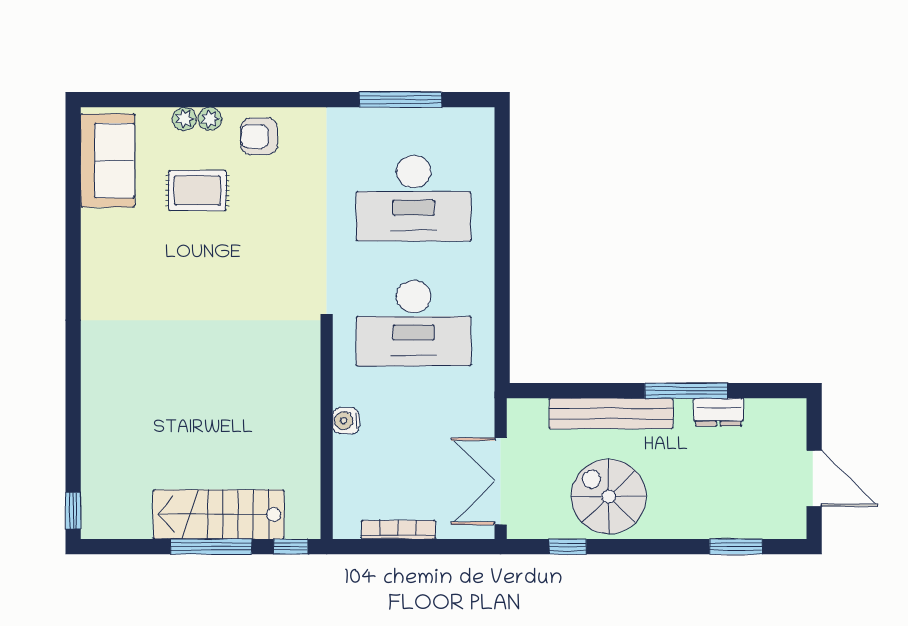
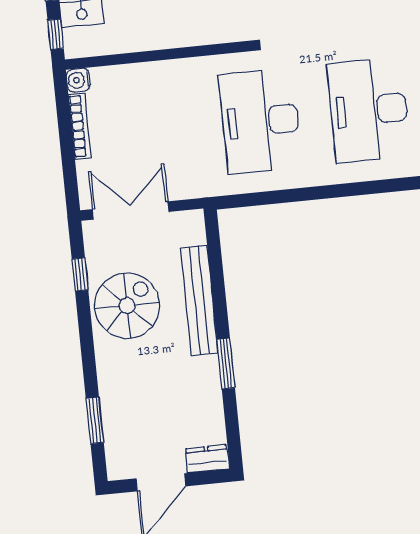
window: (686, 391) -> (226, 364), width x0.69
dresser: (718, 412) -> (207, 459), moved, turned 90
water cooler: (346, 421) -> (78, 80), moved, turned -90

